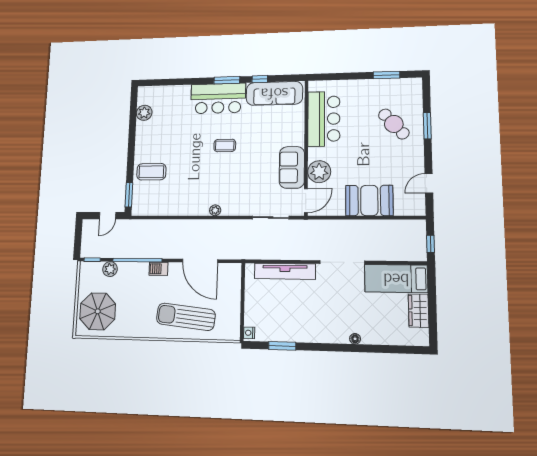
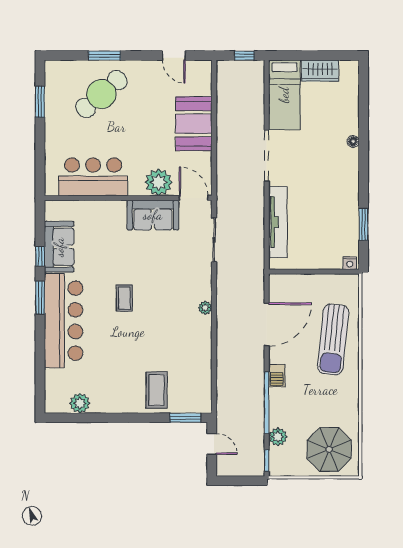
sofa: (274, 93) -> (59, 247), width x0.73
bar counter: (218, 98) -> (64, 321), width x1.36
cafe table: (394, 124) -> (101, 94), width x1.37, depth x1.35

